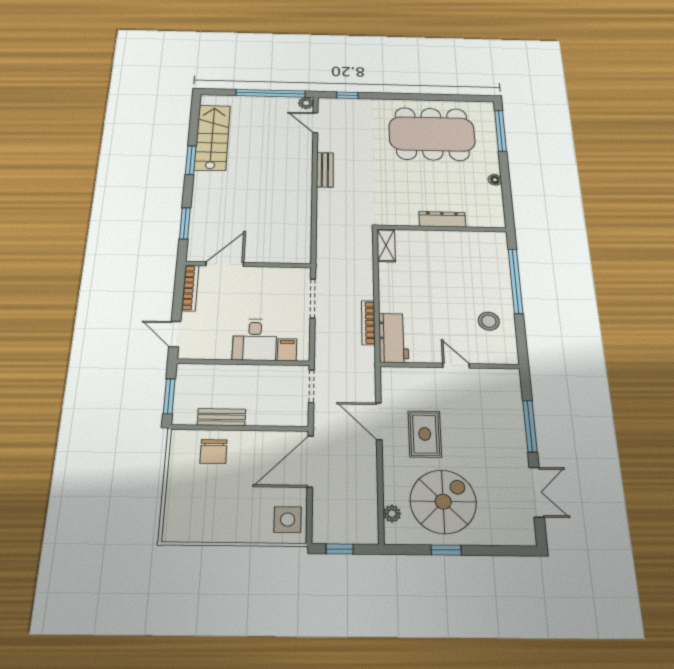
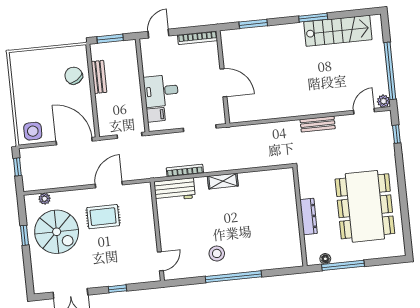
window: (501, 131) -> (343, 265), moved
dresser: (442, 219) -> (309, 216), moved
wall: (442, 228) -> (300, 217), moved
shelving: (386, 245) -> (223, 181), moved
door: (225, 264) -> (223, 83), moved
stool: (489, 321) -> (217, 253), moved
door: (456, 366) -> (160, 261), moved
window: (530, 426) -> (118, 289), width x0.46
chair: (214, 452) -> (74, 76), turned 57

